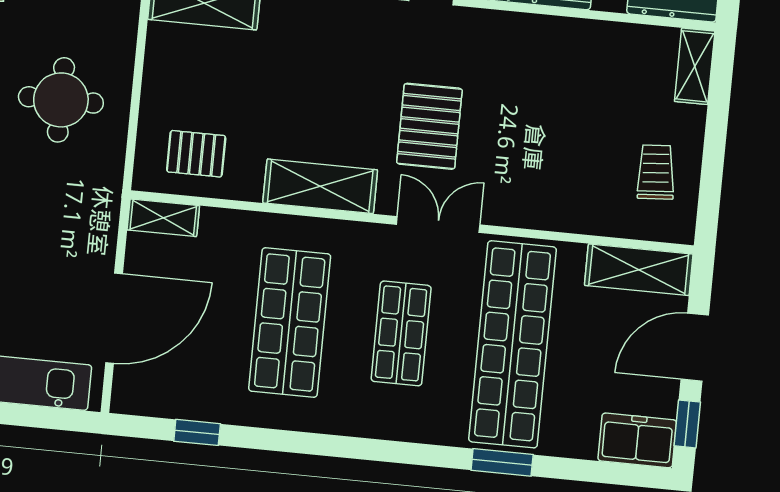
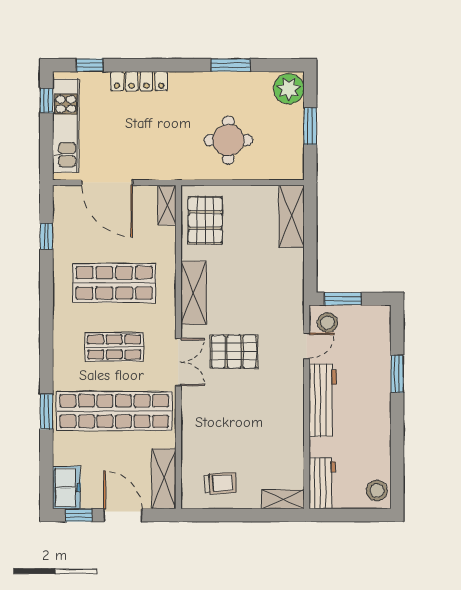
pallet: (196, 154) -> (205, 220), width x1.50, depth x1.42

